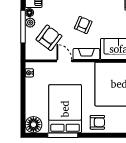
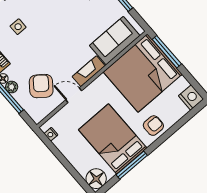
armchair: (83, 25) -> (63, 47), removed

